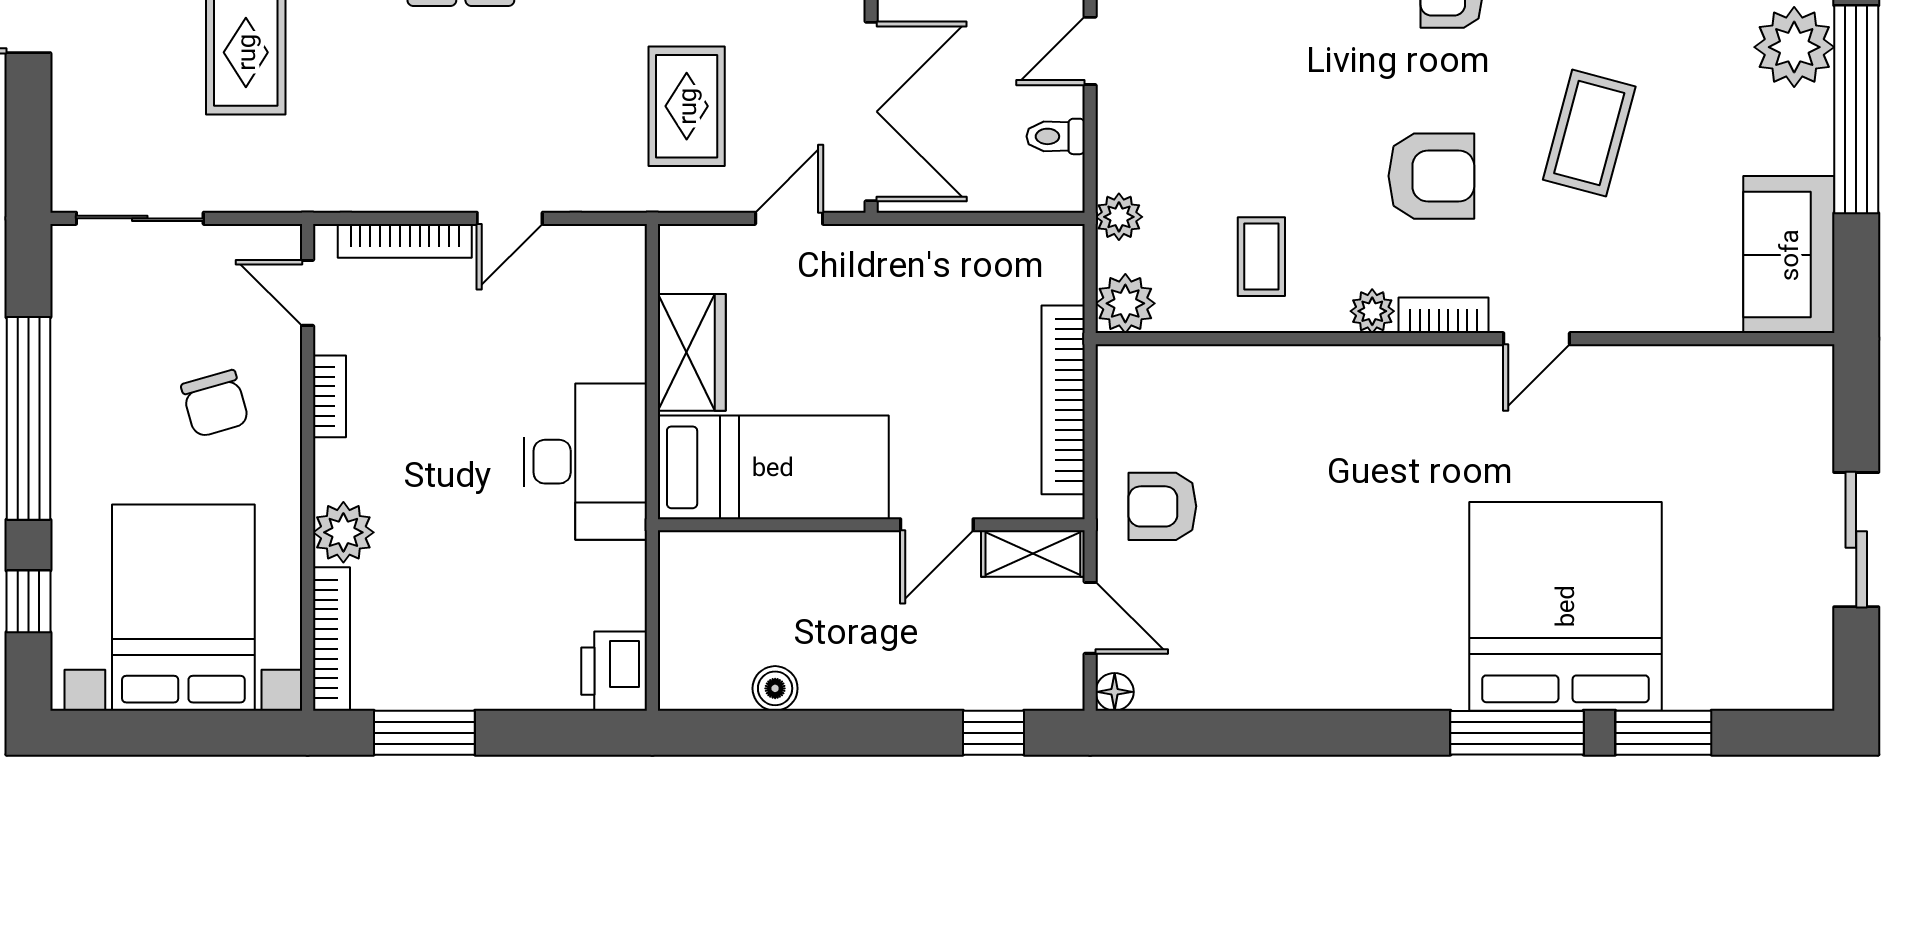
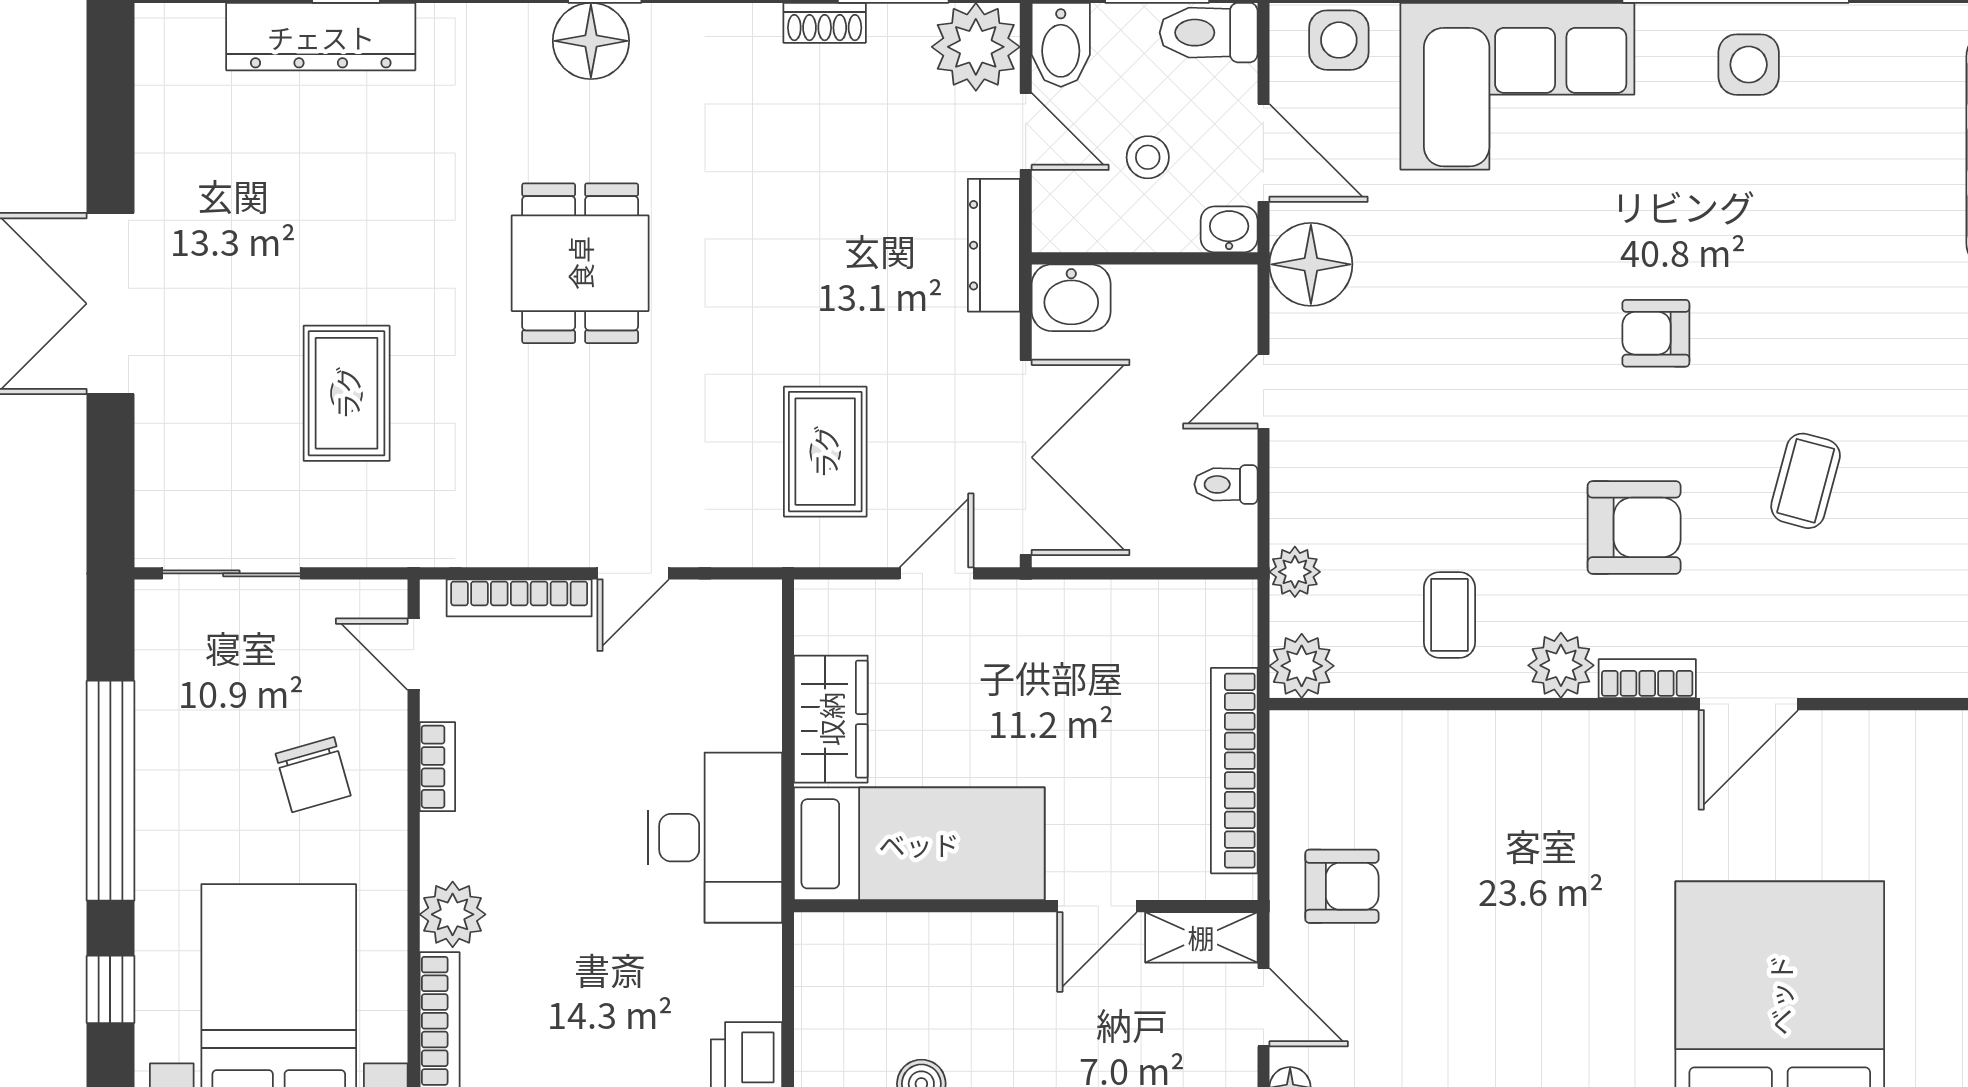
coffee table: (1589, 133) -> (1806, 481), width x0.73, depth x0.77
plant: (1372, 311) -> (1561, 665), width x1.38, depth x1.38
door: (1537, 339) -> (1748, 704), width x1.38
armchair: (1162, 506) -> (1342, 886), turned 180

